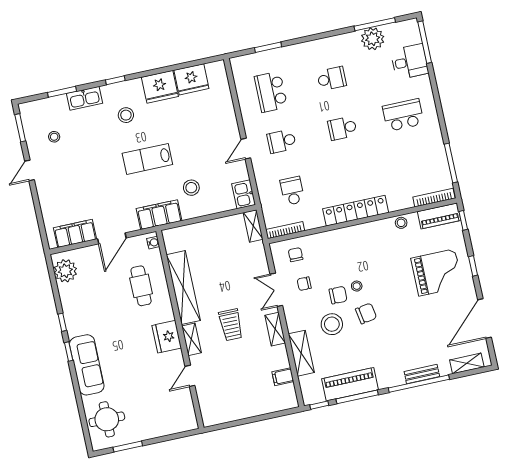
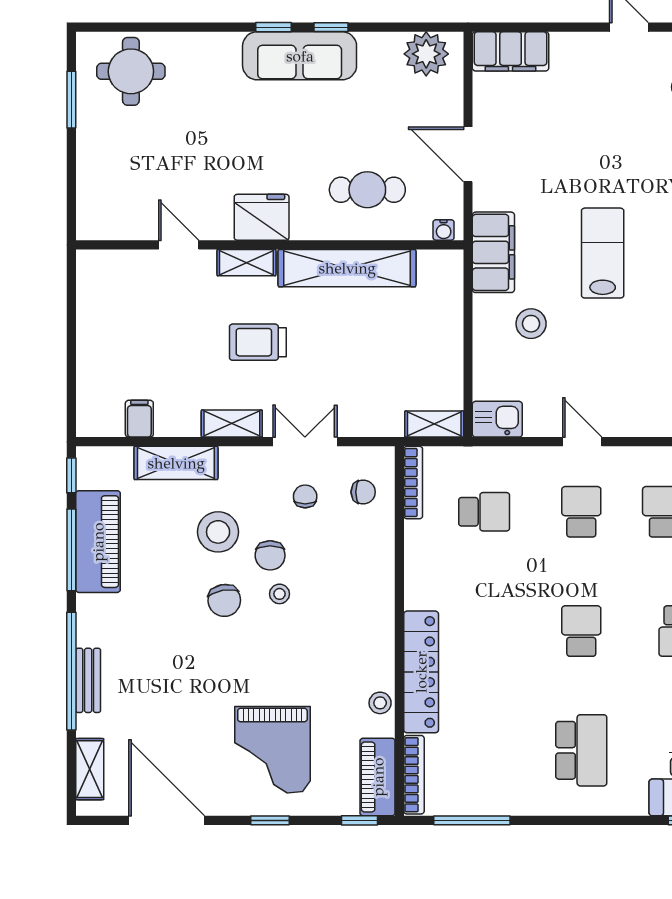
locker: (356, 211) -> (421, 672), moved
filing cabinet: (75, 233) -> (511, 51), moved, turned 90
sofa: (87, 365) -> (300, 56), moved

